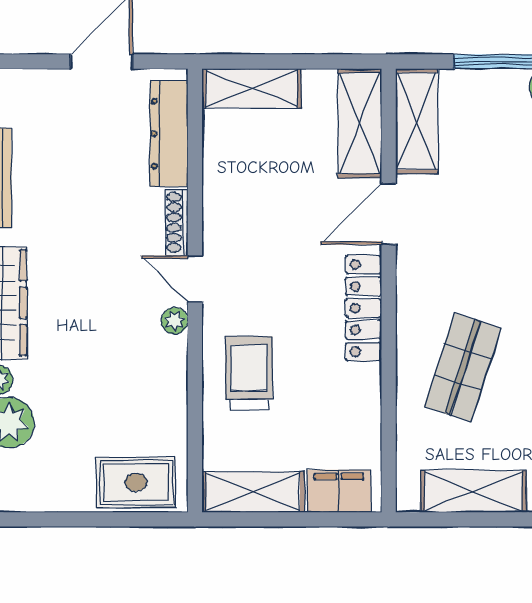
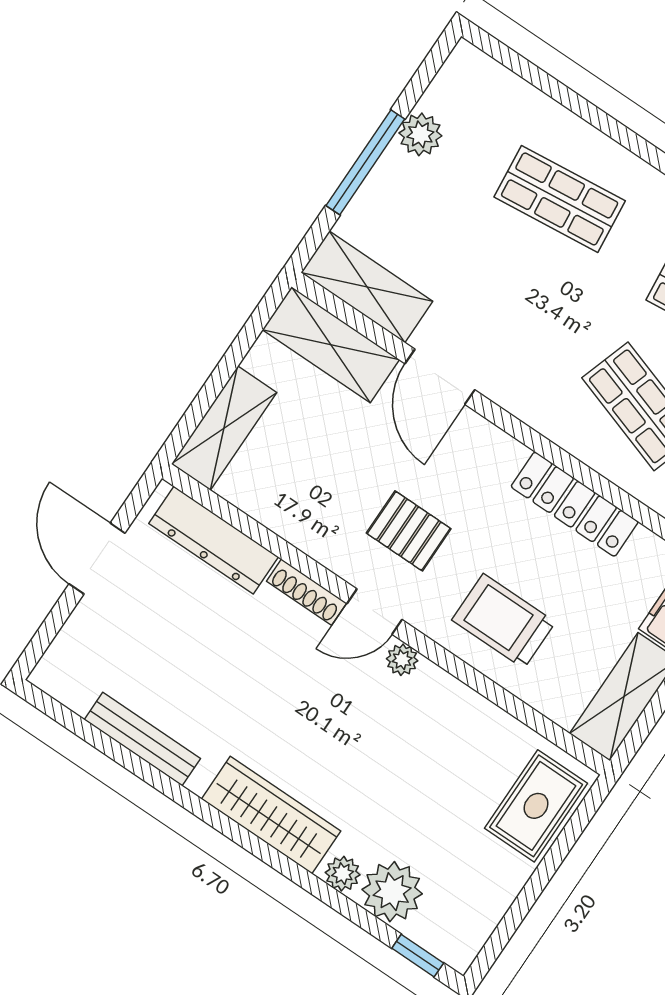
pallet: (267, 265) -> (409, 531), added
locker: (364, 308) -> (575, 504), moved

